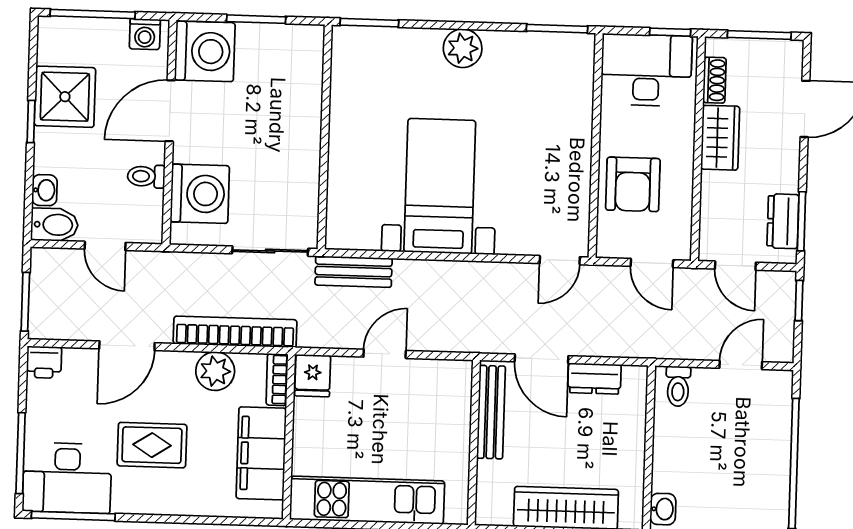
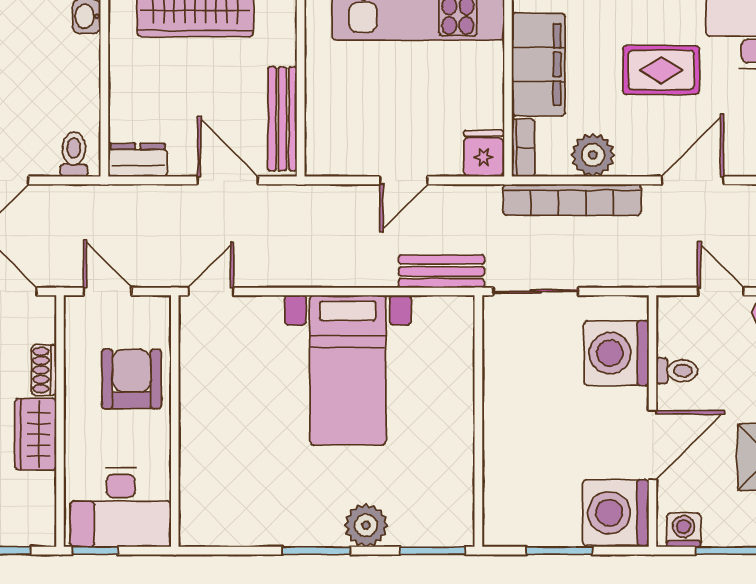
window: (557, 29) -> (316, 551), moved
plant: (463, 48) -> (366, 525), moved
shoe rack: (714, 80) -> (44, 370), moved
dresser: (594, 379) -> (138, 160), moved

